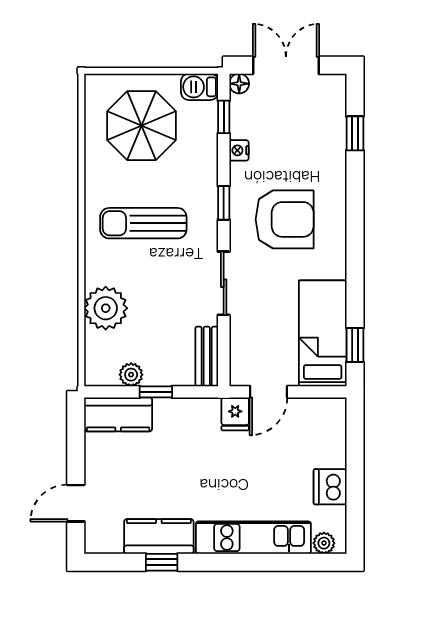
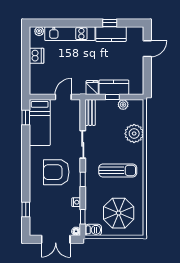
kitchen counter: (118, 414) -> (114, 87), moved
fridge: (235, 414) -> (92, 87), moved

